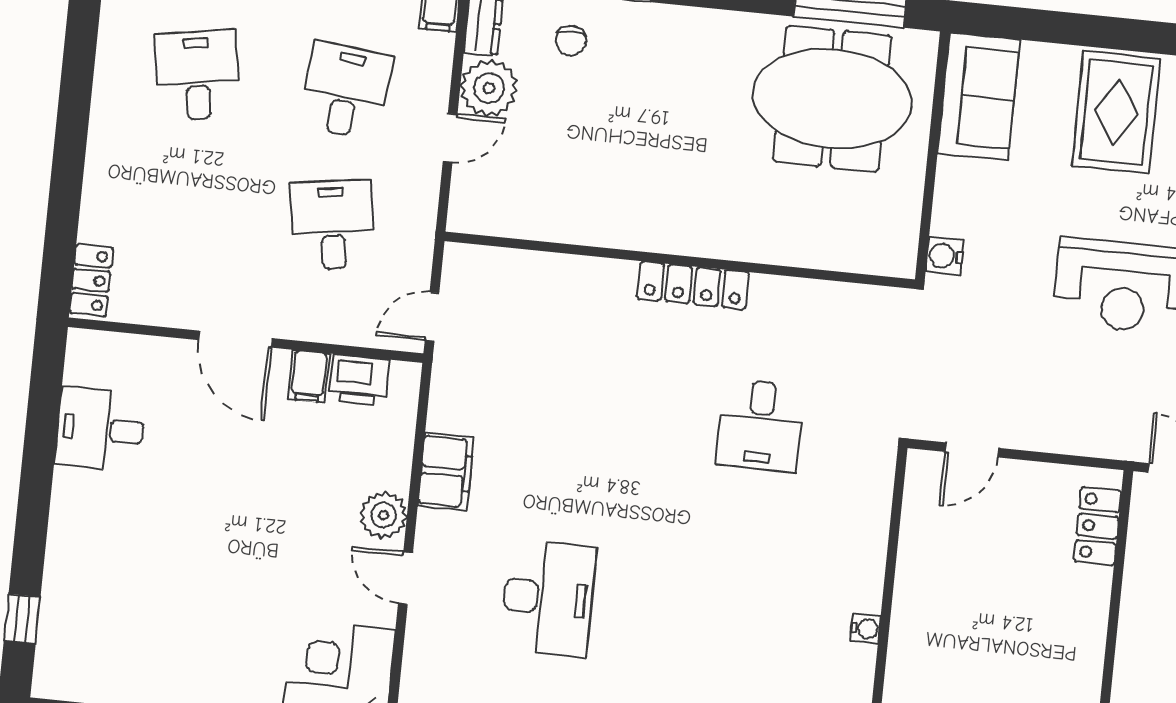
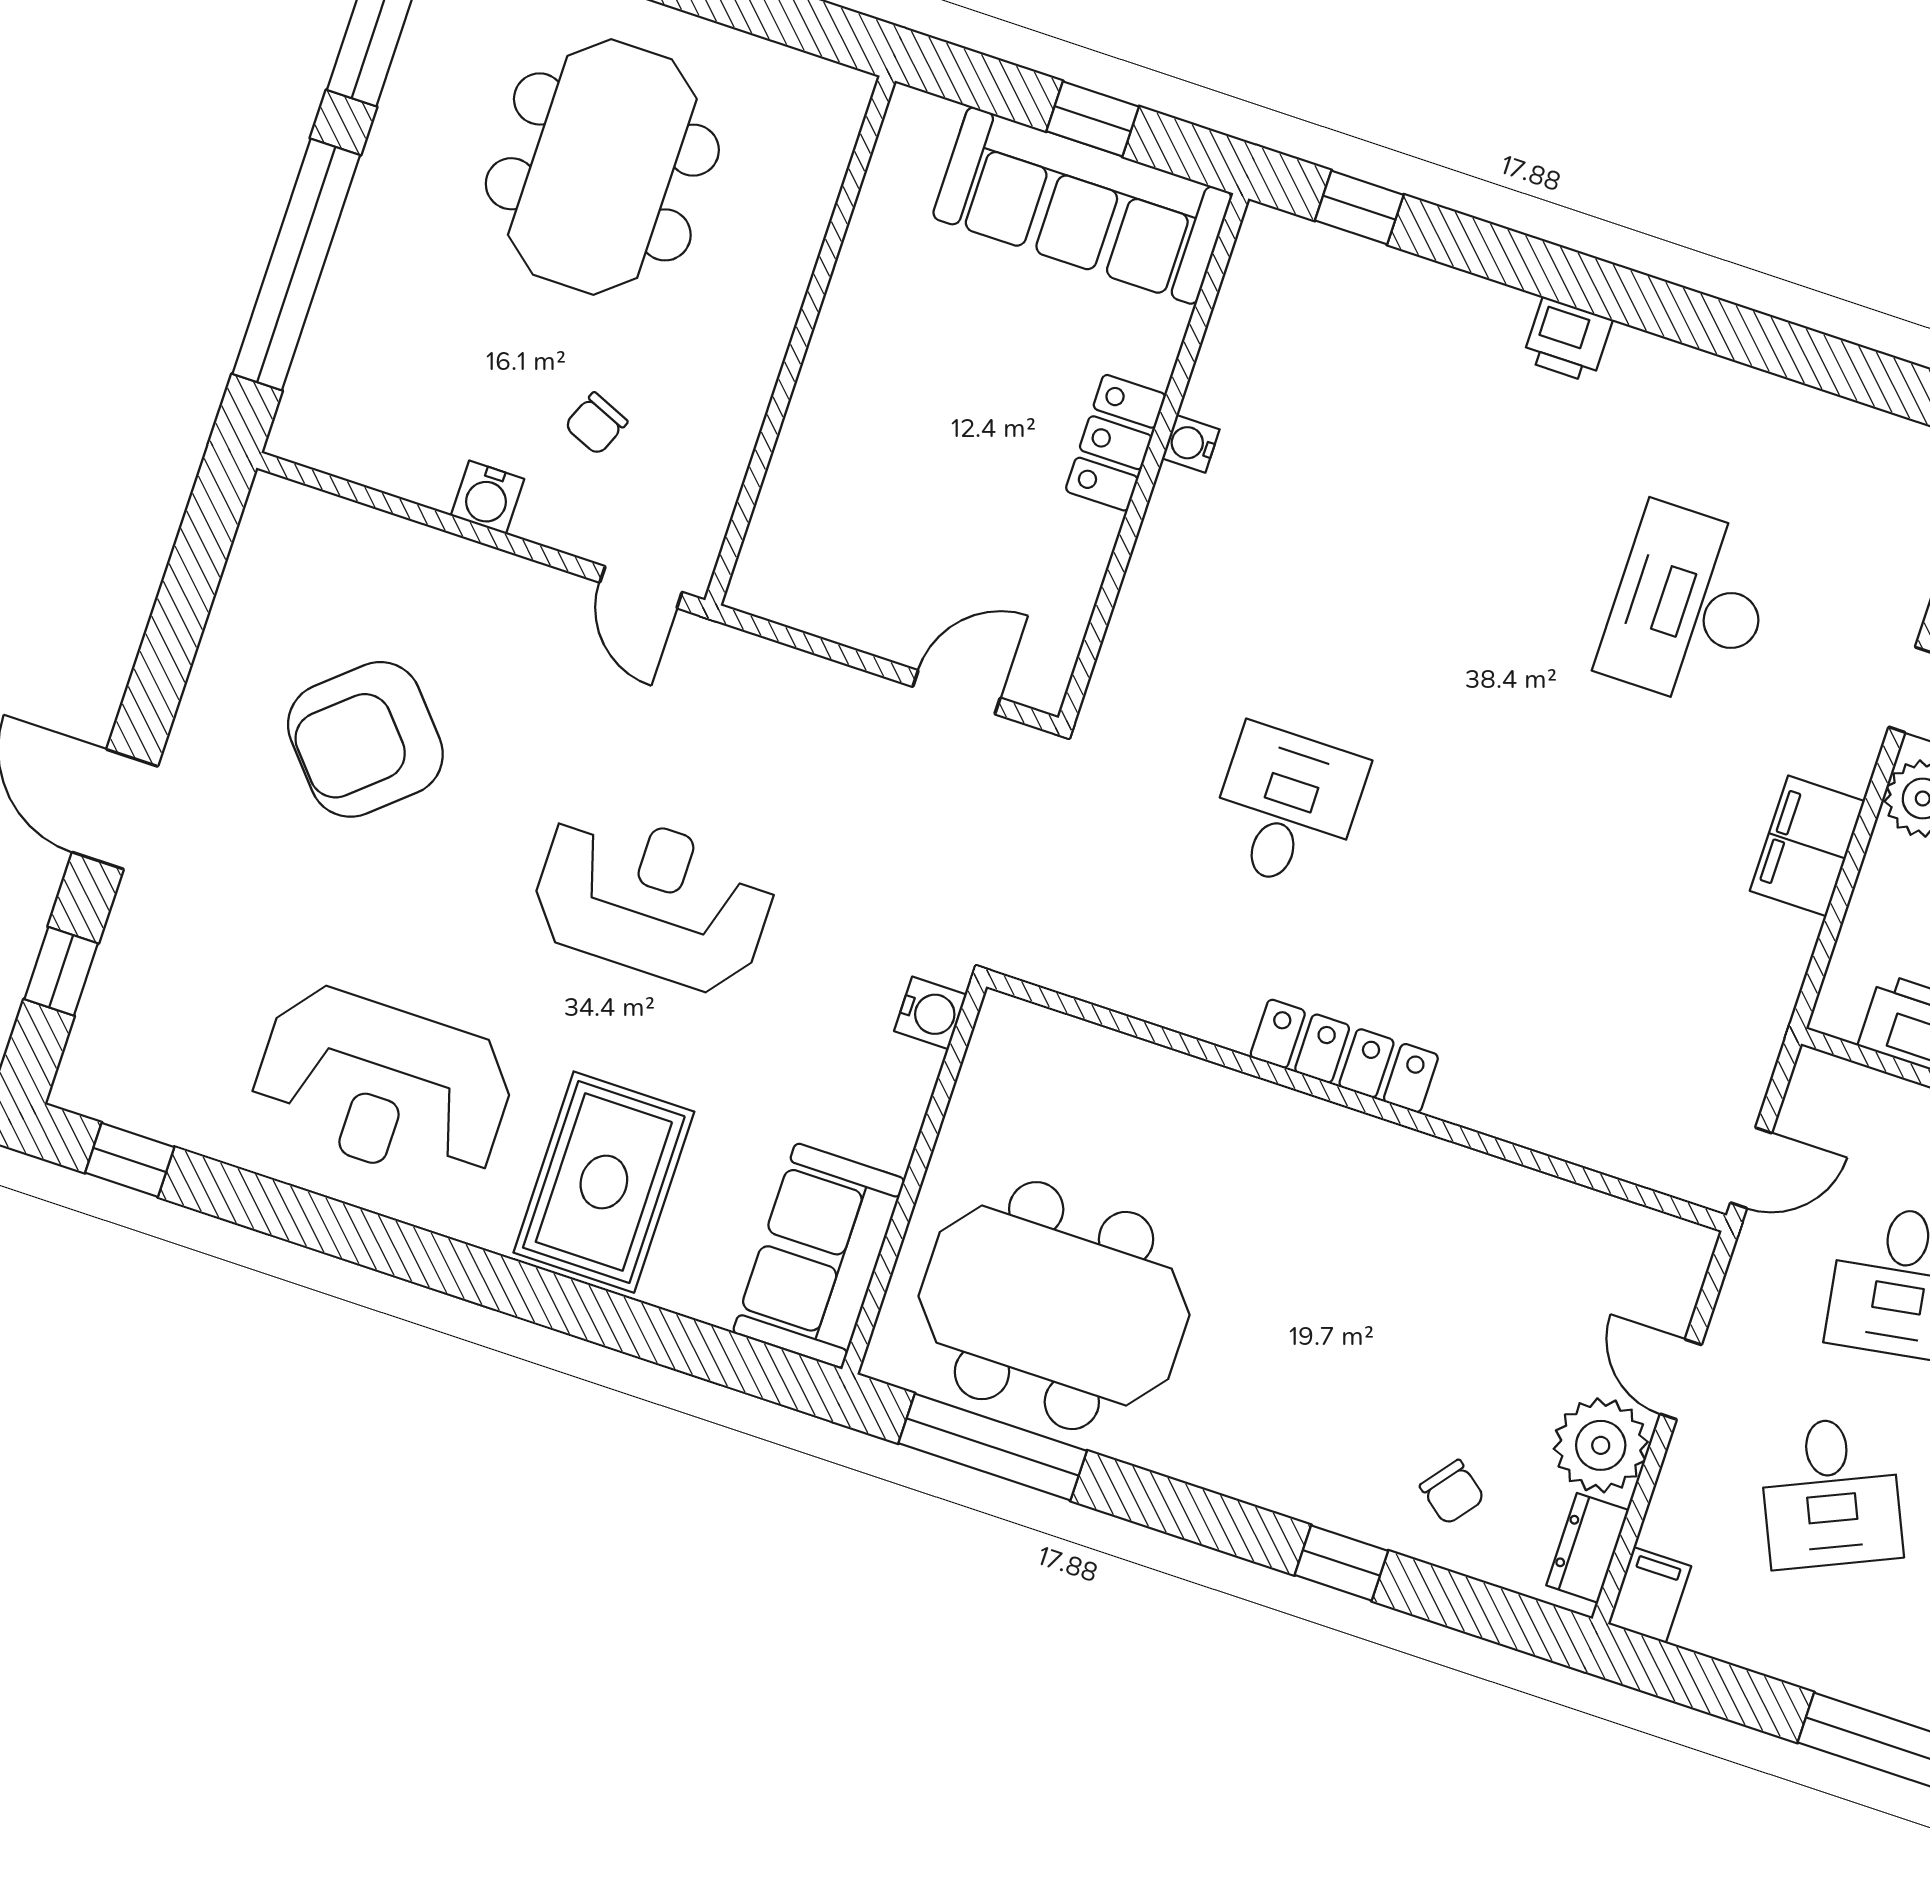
chair: (571, 40) -> (1452, 1492), turned 128
desk: (346, 91) -> (1831, 1492), turned -30
door: (450, 138) -> (1681, 1379), hinge flipped
door: (432, 317) -> (1751, 1168), moved
locker: (1098, 526) -> (1116, 443), moved, turned 180

